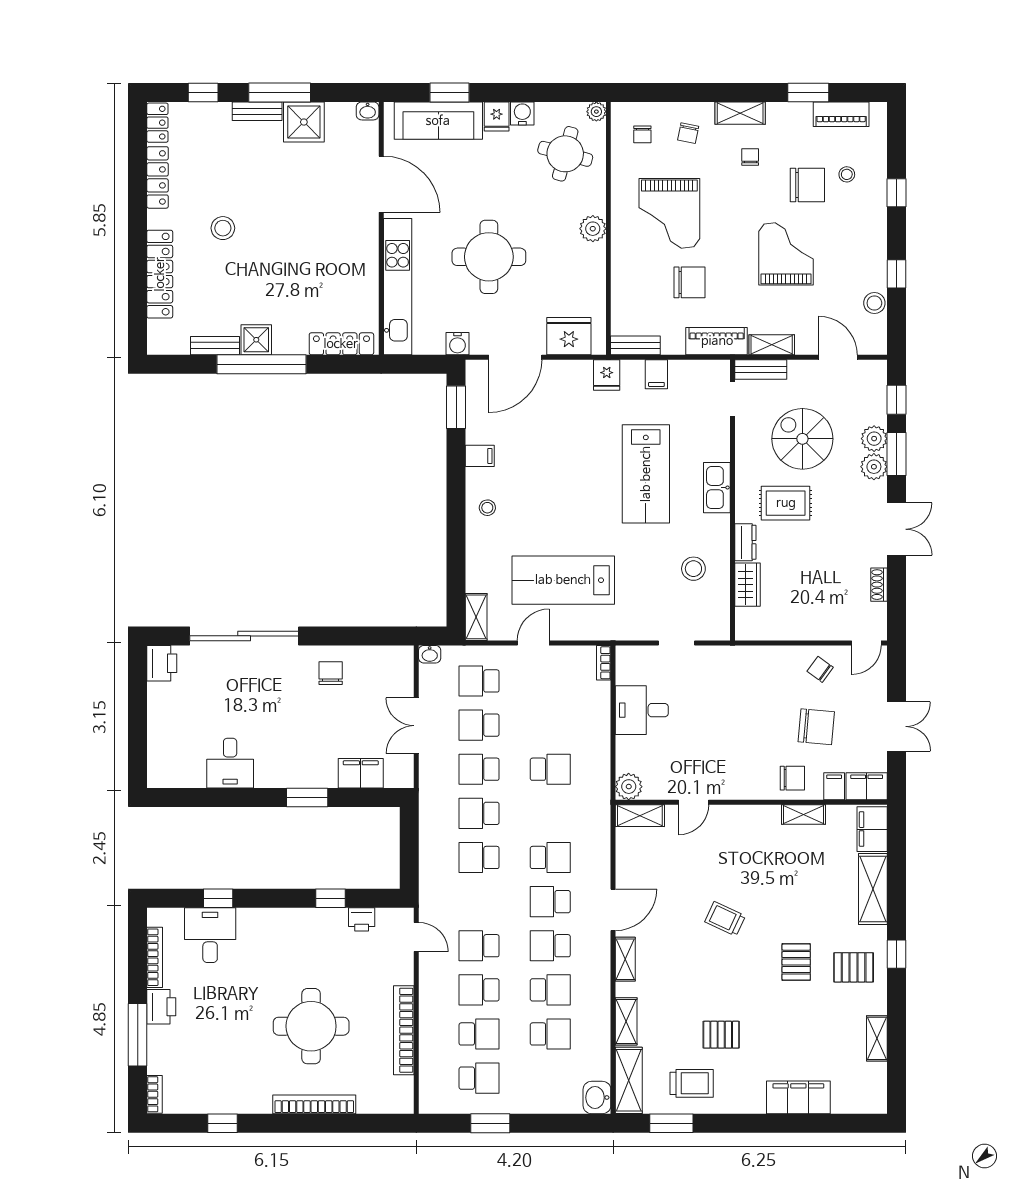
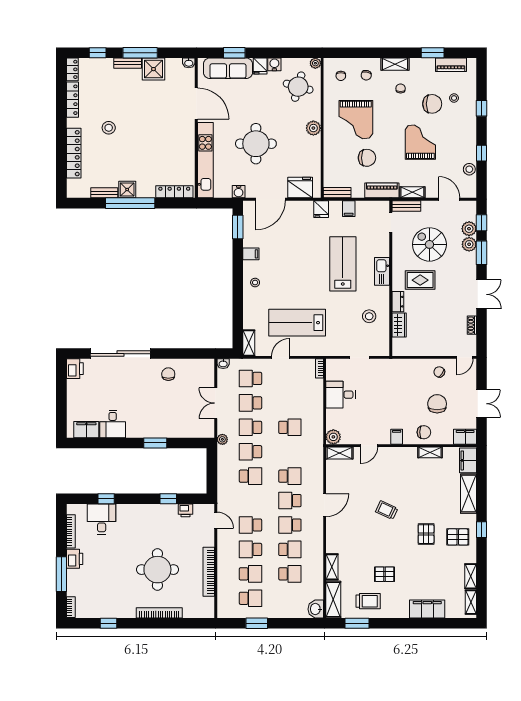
plant: (874, 467) -> (469, 229), moved
lab bench: (646, 474) -> (343, 264), turned 180
chair: (816, 727) -> (437, 404), turned -95
filing cabinet: (361, 773) -> (86, 430), moved
filing cabinet: (834, 786) -> (397, 437), moved
plant: (428, 791) -> (222, 439), added
school desk: (479, 857) -> (250, 476), turned 180
shelving: (625, 959) -> (471, 602), moved

